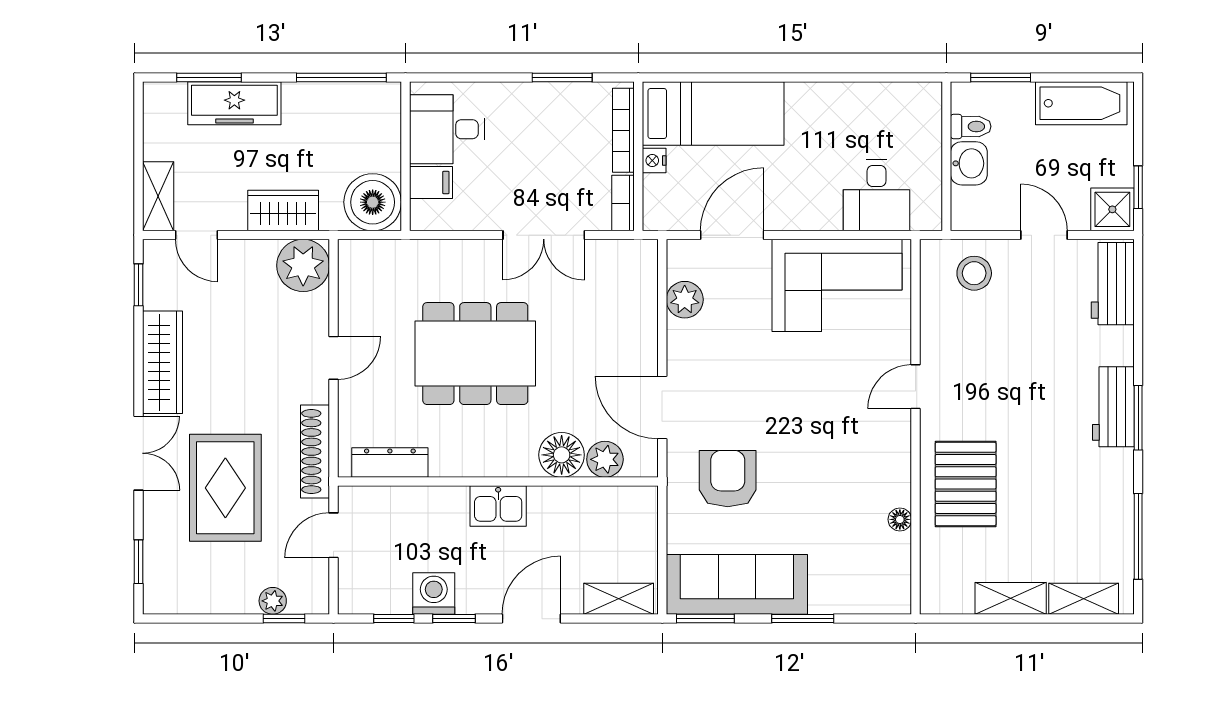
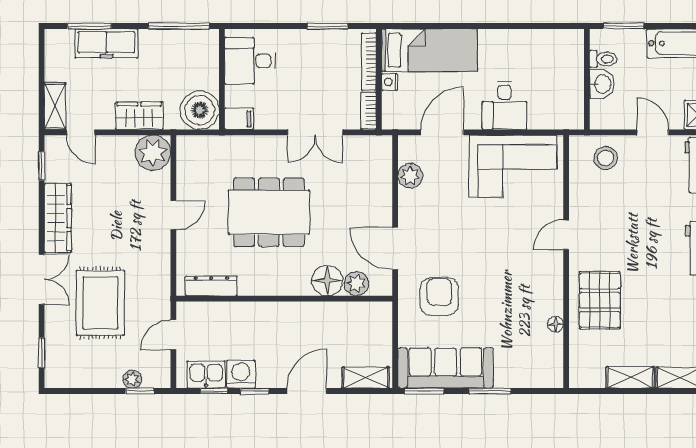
filing cabinet: (431, 183) -> (239, 119), moved
desk: (877, 195) -> (505, 105), moved
shoe rack: (315, 451) -> (161, 278), removed
kitchen sink: (498, 506) -> (206, 375), moved, turned 180

